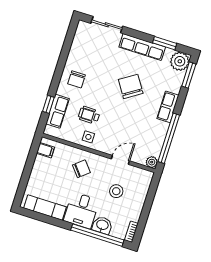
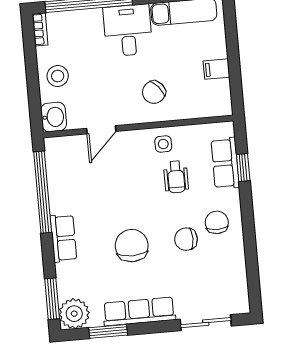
chair: (98, 77) -> (186, 239), added
chair: (131, 86) -> (132, 246), turned -147
wheelchair: (89, 115) -> (176, 177), turned 90
filing cabinet: (45, 150) -> (216, 69), moved
plant: (152, 162) -> (53, 146), removed
stool: (116, 191) -> (58, 76), moved
washbasin: (102, 225) -> (54, 117), moved, turned -90

